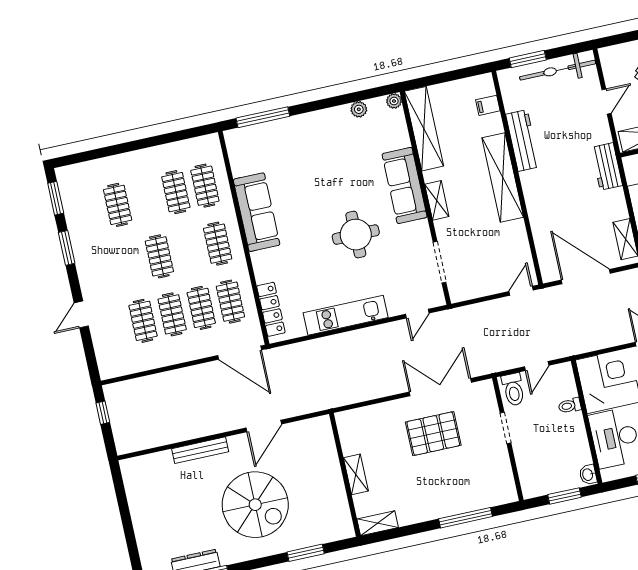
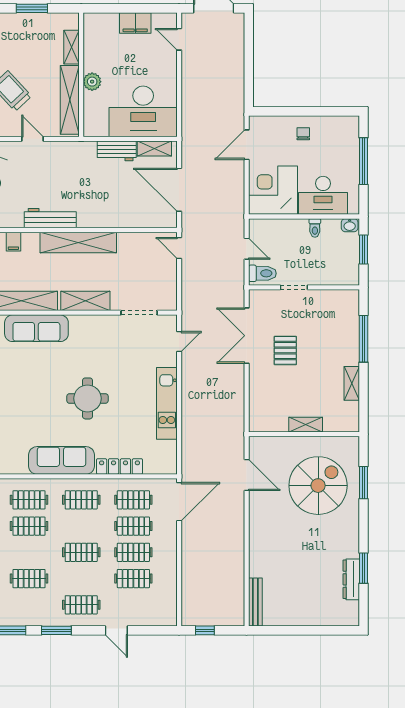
workbench: (607, 166) -> (117, 151), moved
sofa: (405, 186) -> (36, 328), moved
shelving: (437, 200) -> (85, 301), width x1.50, depth x1.33
round table: (356, 235) -> (87, 398), moved
clothes rail: (101, 269) -> (81, 605), added
door: (586, 277) -> (179, 190), hinge flipped
locker: (271, 309) -> (120, 466), moved
door: (417, 314) -> (179, 342), hinge flipped
toilet: (570, 406) -> (315, 228), moved
door: (264, 426) -> (247, 475), moved
pallet: (433, 434) -> (285, 350), width x0.67, depth x0.71
bench: (200, 450) -> (255, 602), moved
spiral stairs: (255, 505) -> (318, 486), moved
shelving: (378, 523) -> (352, 383), moved

